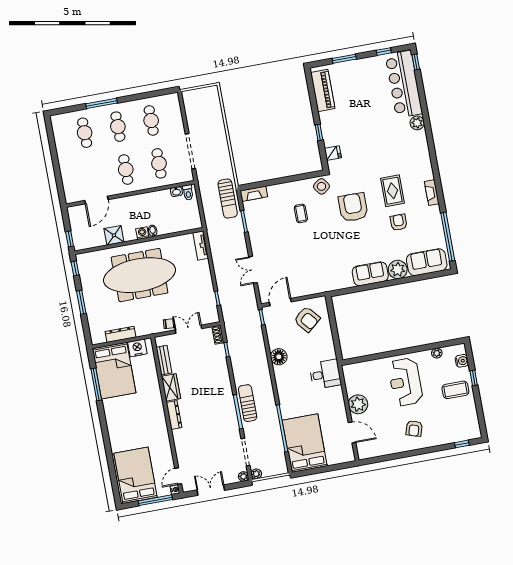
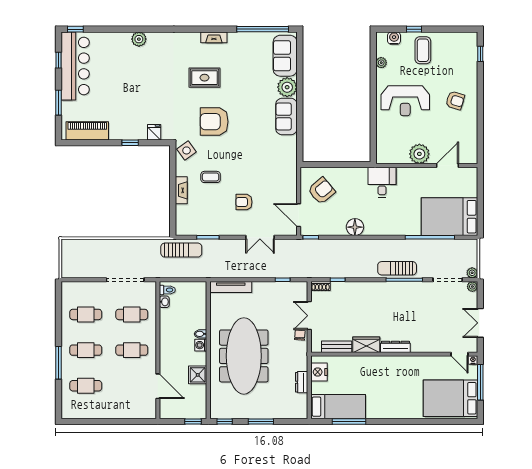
bar counter: (404, 84) -> (75, 66), moved, turned -90
fireplace: (254, 194) -> (181, 190), moved
armchair: (399, 222) -> (244, 202), moved
tv unit: (201, 245) -> (231, 287), width x1.41
dresser: (121, 334) -> (302, 382), width x0.70
bed: (114, 371) -> (338, 407), width x0.67

